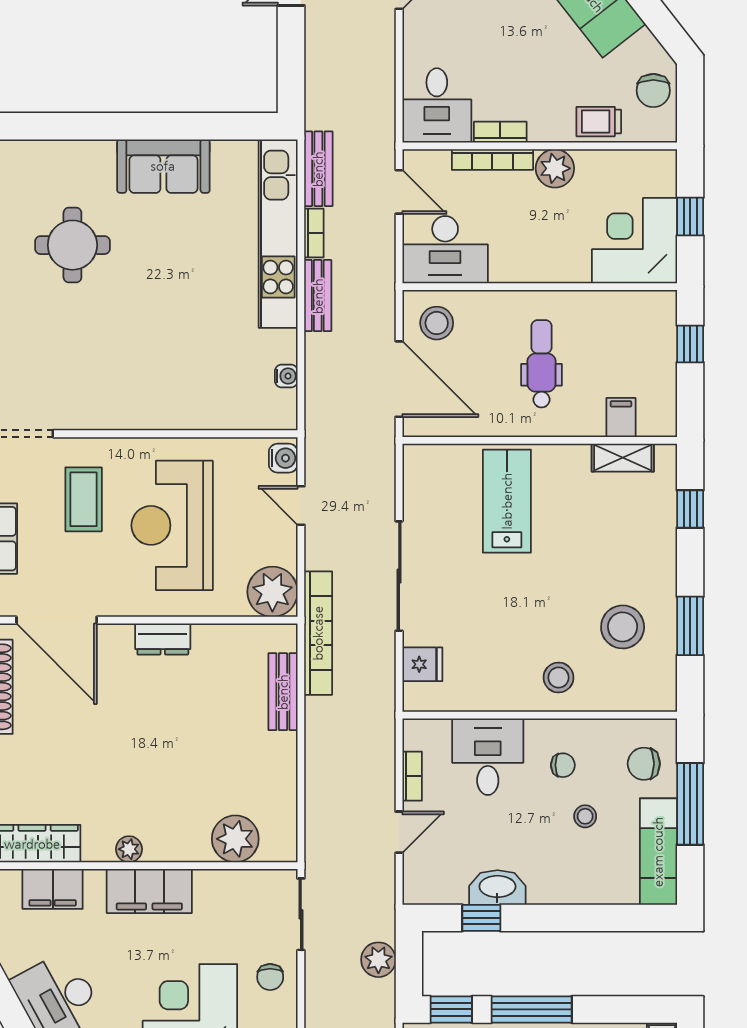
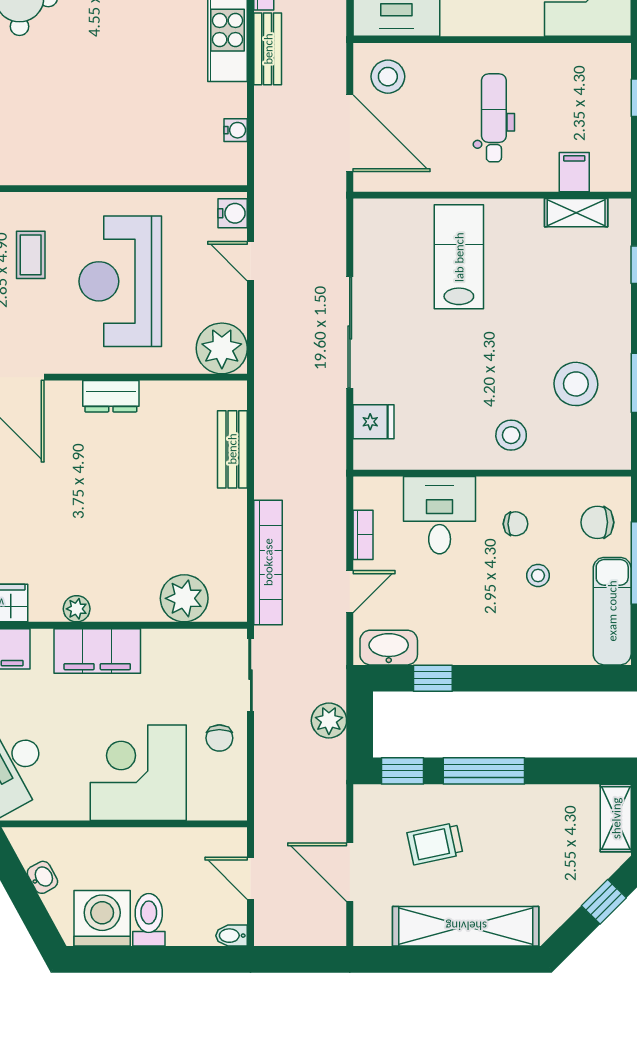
coffee table: (84, 499) -> (31, 255), width x0.73, depth x0.77
bookcase: (318, 633) -> (268, 562), moved
washbasin: (497, 888) -> (389, 648), moved

